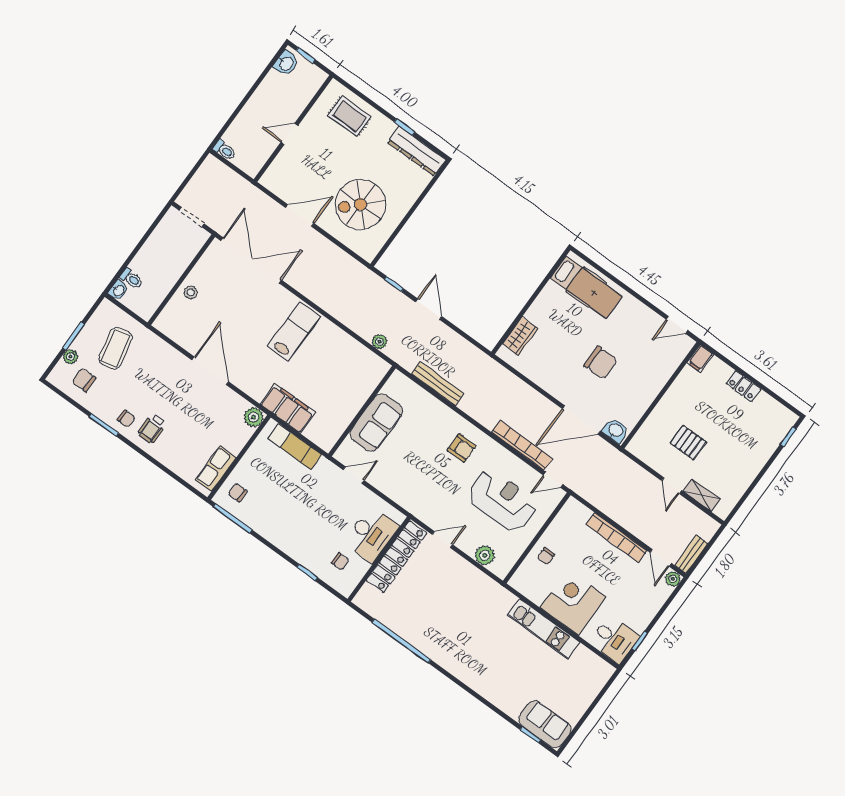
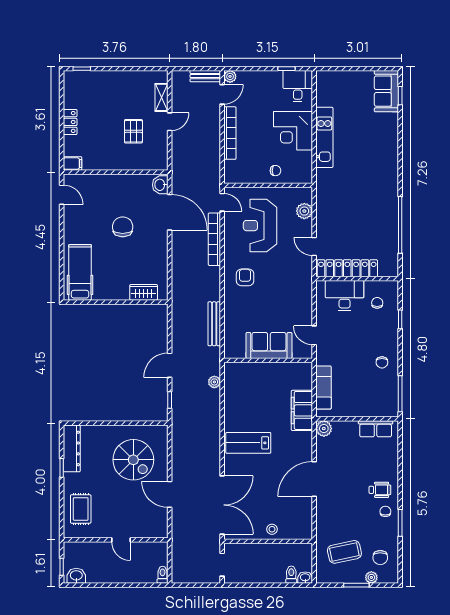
double door: (251, 260) -> (222, 505), swing flipped
chair: (238, 493) -> (382, 362), moved

